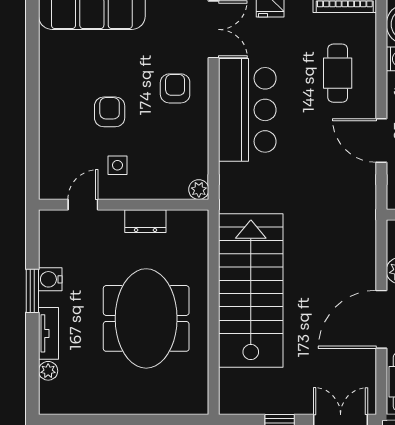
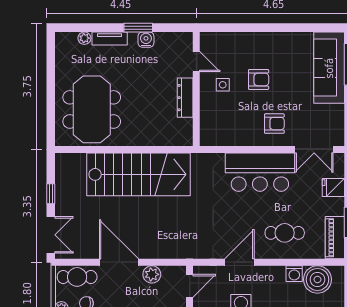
plant: (199, 190) -> (206, 139), removed
dresser: (145, 221) -> (185, 98), width x1.44
meeting table: (146, 318) -> (92, 109), moved, turned 90

